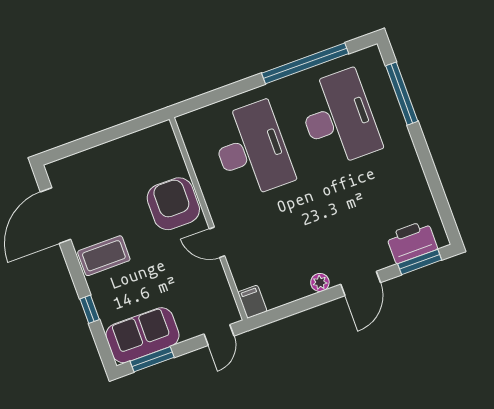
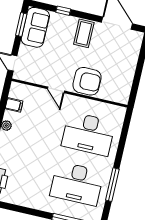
window: (305, 63) -> (112, 185), width x0.68
door: (217, 242) -> (56, 90), swing flipped
filing cabinet: (252, 302) -> (14, 105), moved

